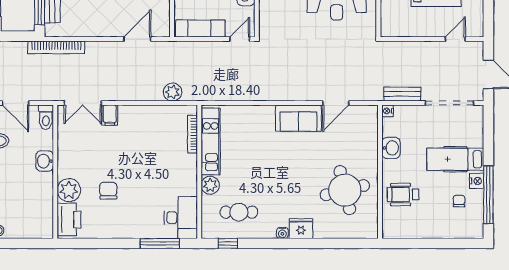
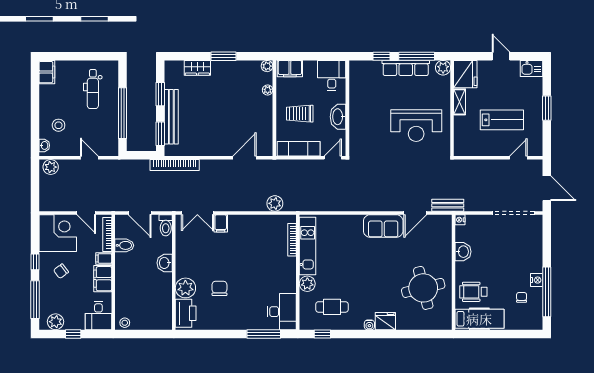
bench: (402, 94) -> (448, 205), moved
hospital bed: (455, 159) -> (479, 319), moved, turned 180

